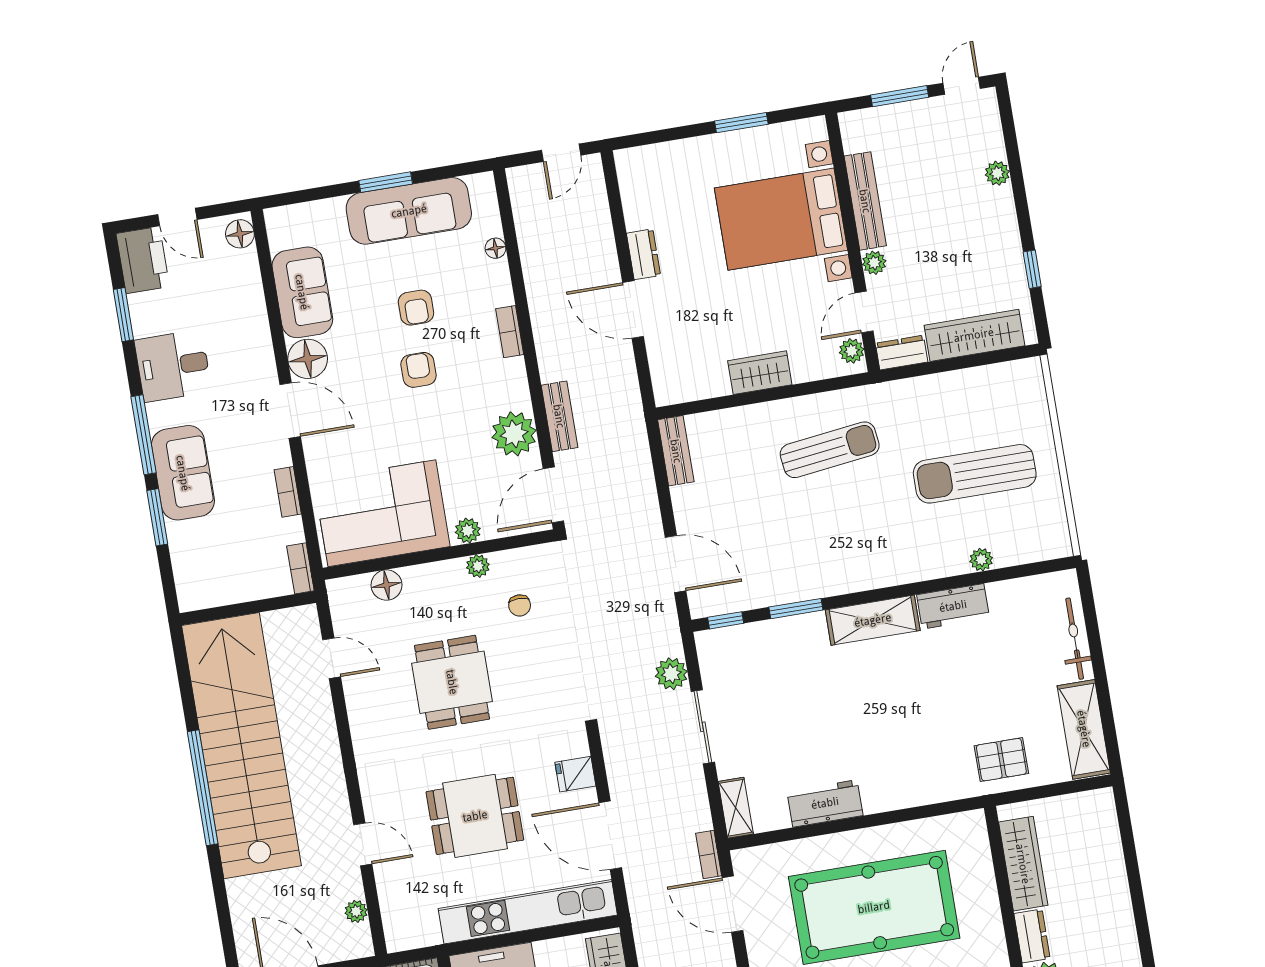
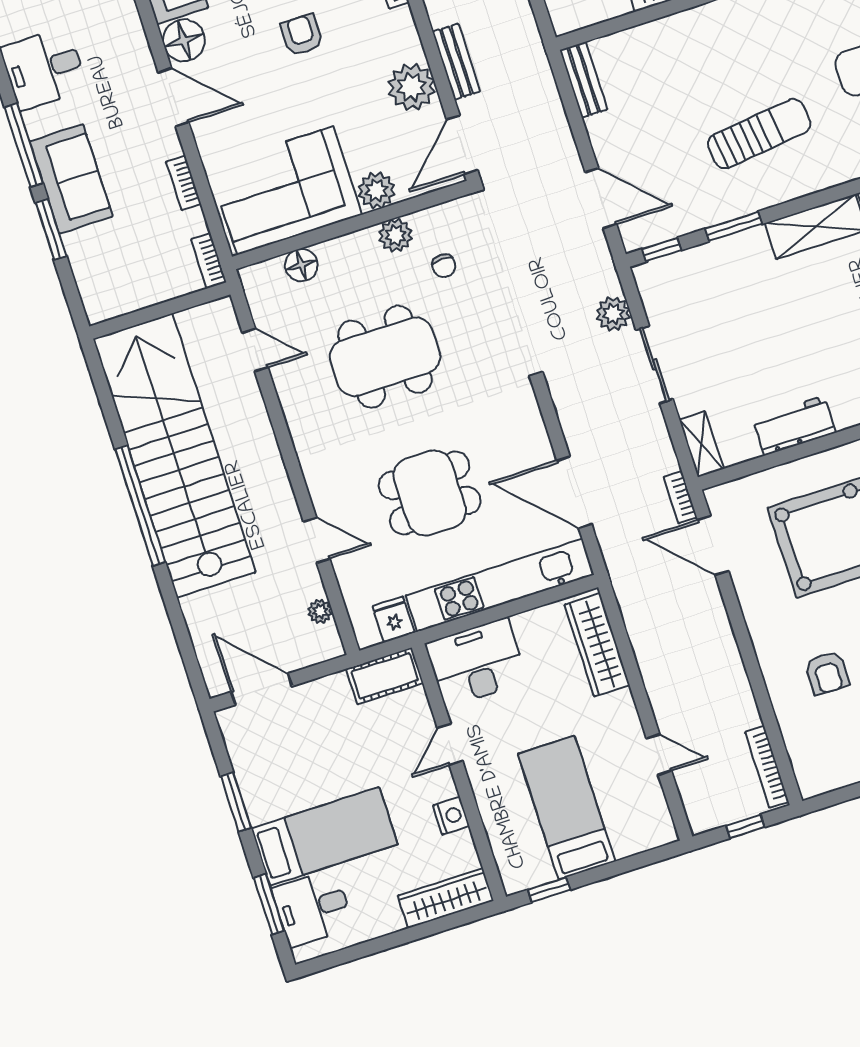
sun lounger: (830, 450) -> (759, 134), moved
plant: (468, 531) -> (376, 191), width x1.38, depth x1.38
plant: (478, 566) -> (396, 235), width x1.38, depth x1.38
dining table: (452, 682) -> (385, 357), width x1.38
fridge: (575, 774) -> (394, 619), moved, turned 90

